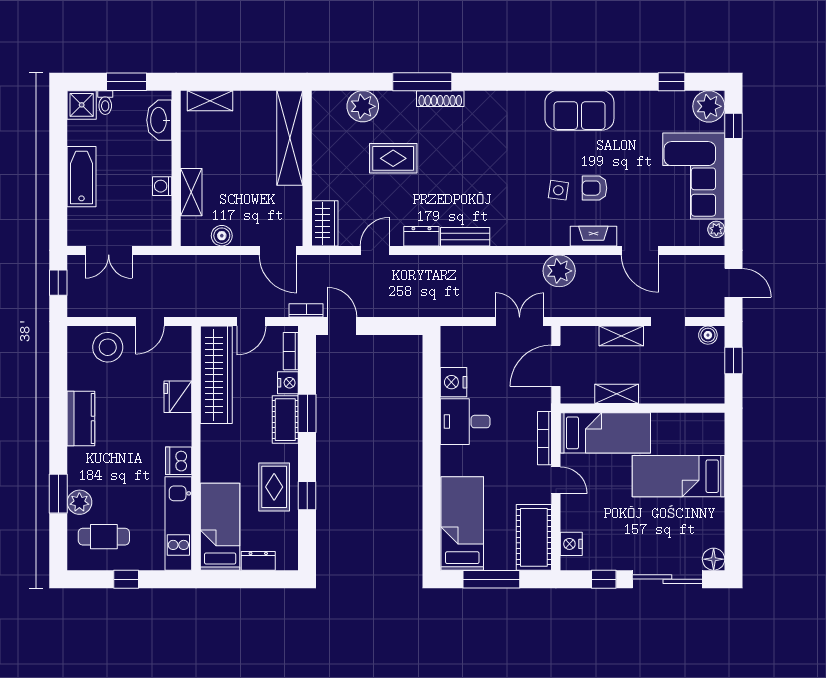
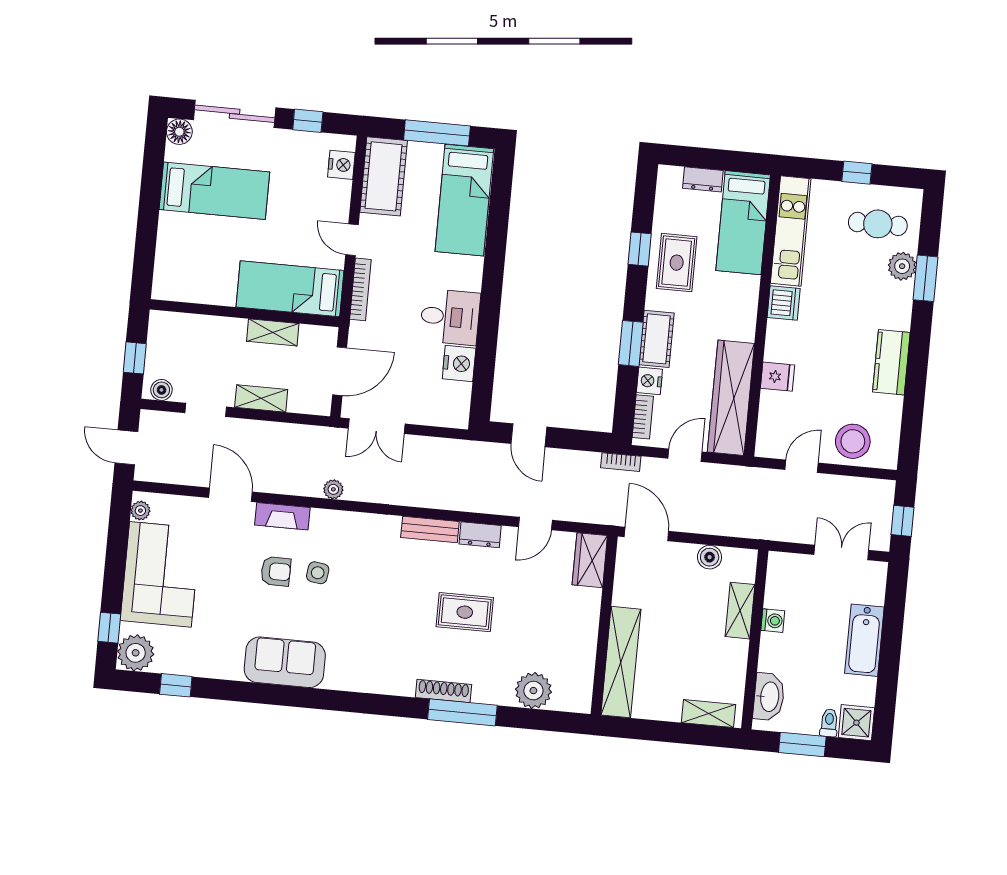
rug: (393, 158) -> (465, 612), moved
plant: (559, 271) -> (333, 489), width x0.53, depth x0.53
door: (342, 326) -> (529, 435), moved
fridge: (178, 397) -> (778, 377), width x0.72
bed: (679, 476) -> (214, 191), moved

